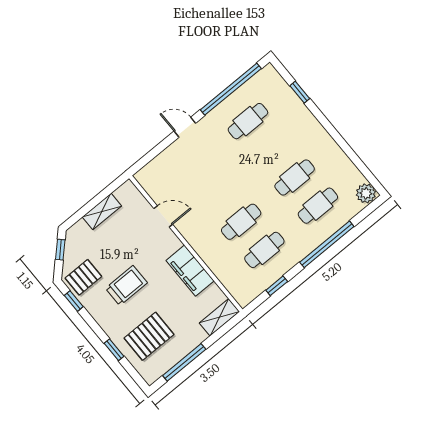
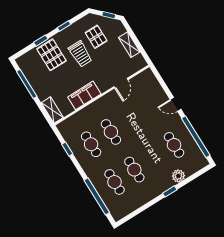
window: (300, 92) -> (170, 191), moved
door: (185, 127) -> (176, 104), swing flipped
plant: (366, 193) -> (178, 176), moved
window: (327, 244) -> (97, 196), moved
pallet: (83, 277) -> (96, 37), moved
window: (74, 301) -> (64, 26), moved
pallet: (149, 336) -> (51, 55), moved

